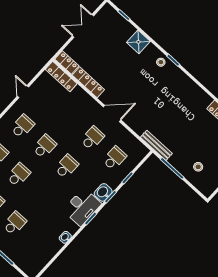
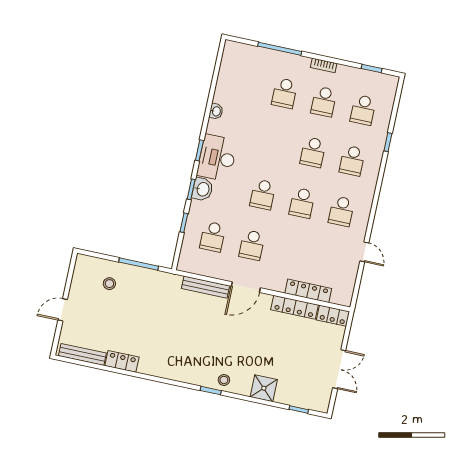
locker: (61, 77) -> (308, 291), moved
bench: (156, 145) -> (205, 287), moved

